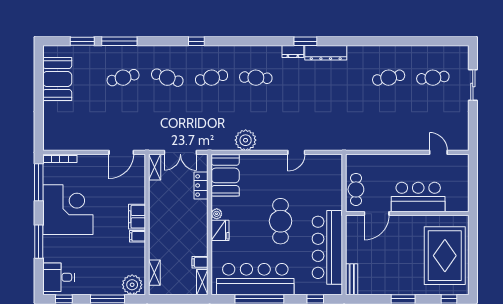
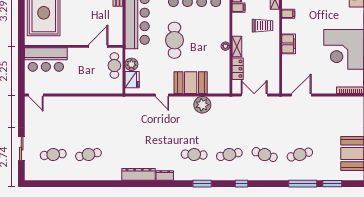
window: (305, 41) -> (202, 184), moved
door: (296, 152) -> (162, 95), swing flipped
door: (438, 152) -> (36, 95), moved
shelving: (155, 167) -> (237, 46), moved
booth: (225, 175) -> (191, 83), moved, turned 90
plant: (335, 191) -> (131, 64), added
bar counter: (418, 197) -> (46, 59), moved
fridge: (220, 230) -> (132, 80), moved, turned 180
filing cabinet: (138, 236) -> (288, 14), moved
trolley: (170, 240) -> (263, 26), added

